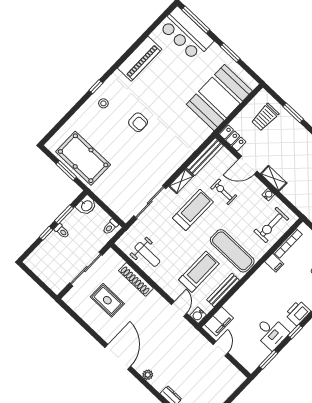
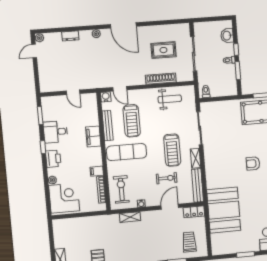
booth: (219, 98) -> (224, 210), moved
shelving: (274, 178) -> (130, 217), moved
washbasin: (86, 206) -> (227, 36), moved
weight bench: (147, 254) -> (170, 99), turned 180
filing cabinet: (219, 321) -> (93, 137), moved

